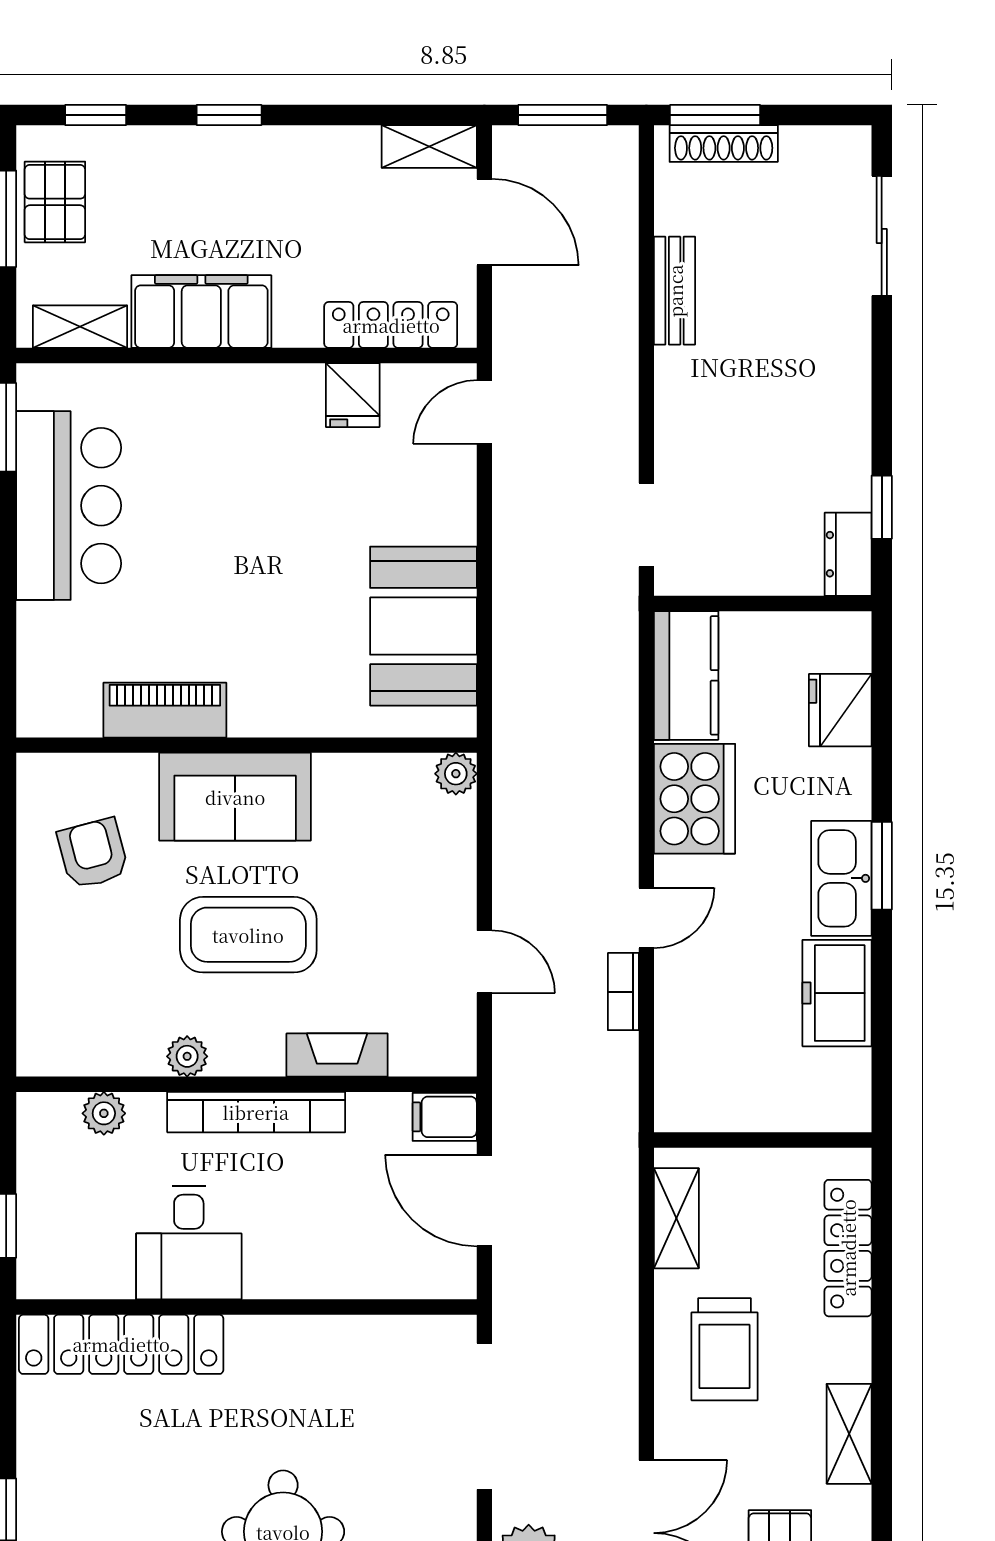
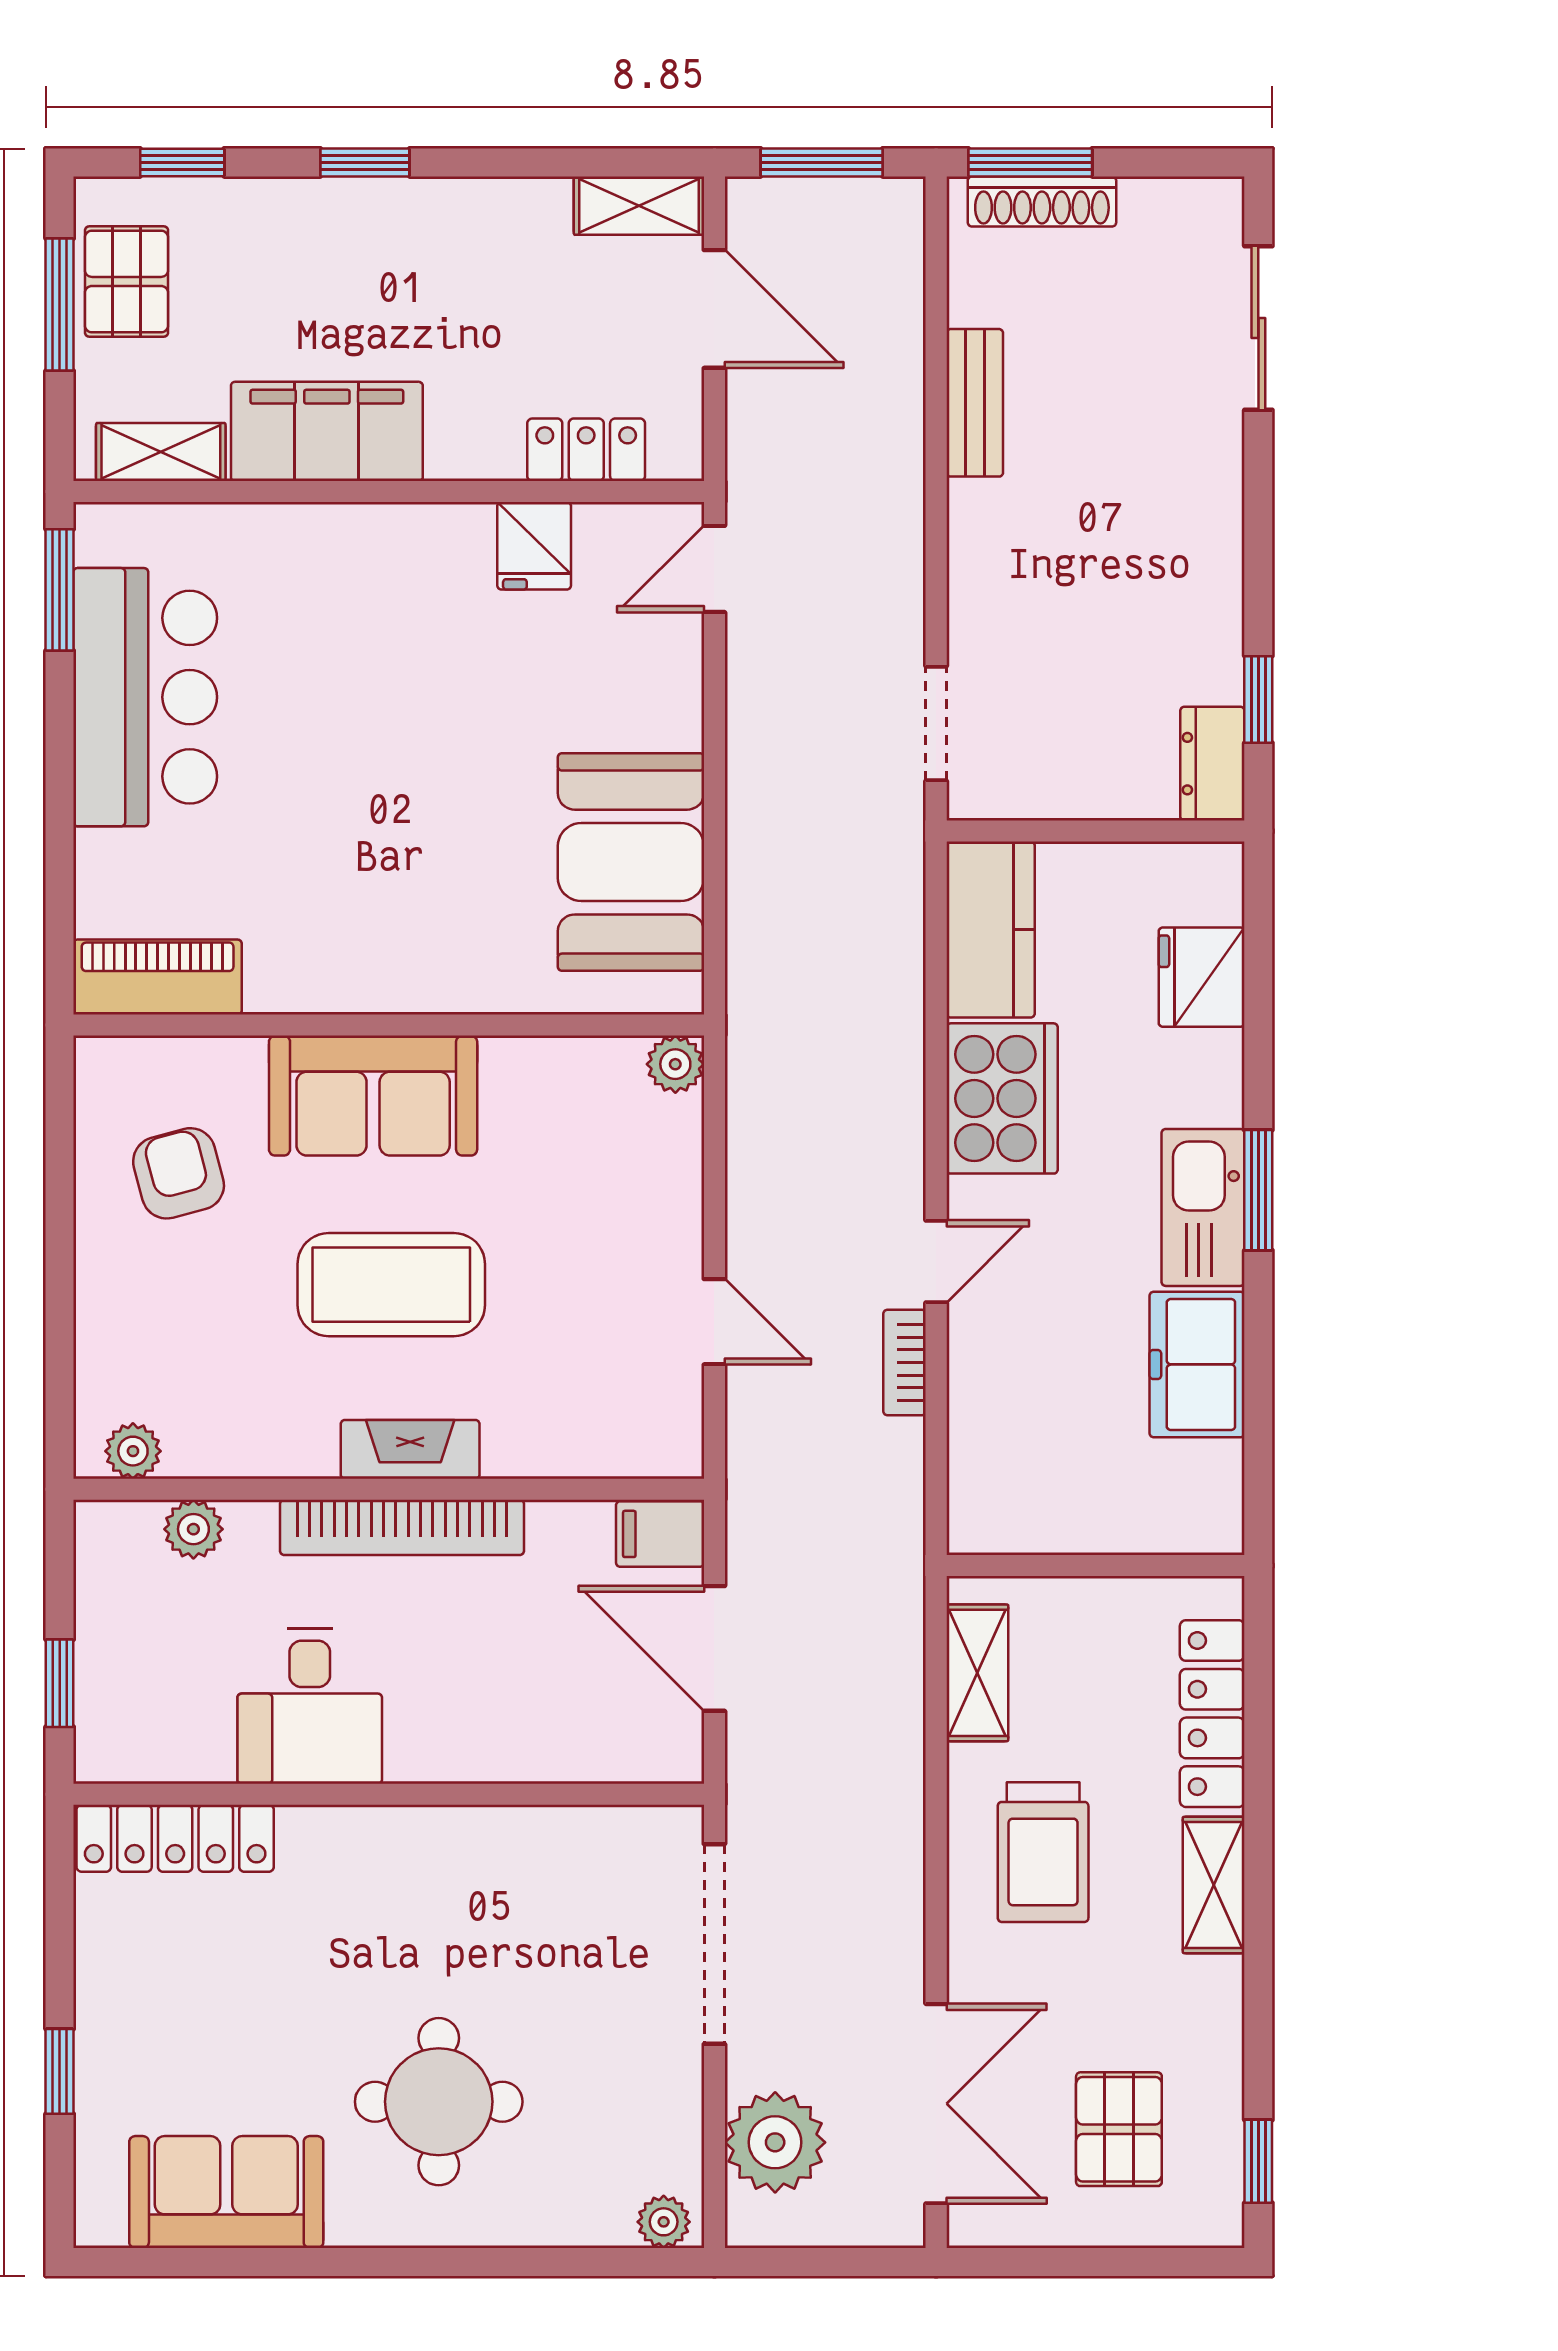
locker: (391, 325) -> (586, 450), width x0.66
piano: (165, 710) -> (158, 977), moved
fireplace: (337, 1055) -> (410, 1449), moved
plant: (187, 1056) -> (133, 1451), moved
locker: (121, 1344) -> (175, 1838), width x0.71, depth x0.83
shelving: (849, 1434) -> (1214, 1885), moved

